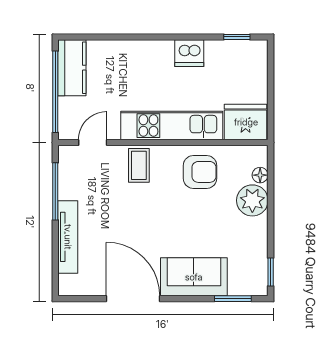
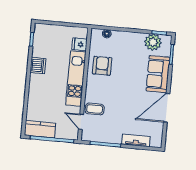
fridge: (246, 122) -> (80, 44), width x0.53, depth x0.75
coffee table: (139, 165) -> (95, 109), moved
plant: (252, 200) -> (153, 42), moved
tv unit: (68, 237) -> (136, 140), width x0.71

